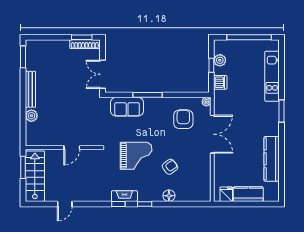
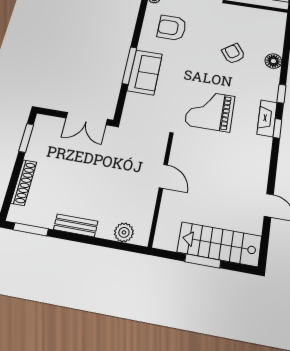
shoe rack: (85, 44) -> (24, 182), moved
bench: (30, 89) -> (76, 225), width x0.73
sofa: (127, 107) -> (145, 72), moved
wall: (63, 148) -> (161, 189), moved
door: (72, 148) -> (163, 176), moved
grand piano: (136, 156) -> (210, 111), moved, turned -90

